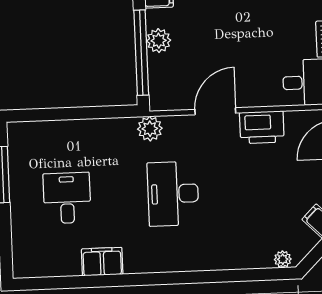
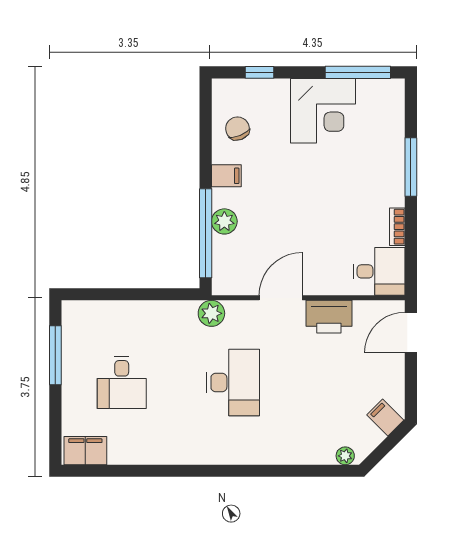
desk: (173, 194) -> (233, 383), turned 180
desk: (67, 198) -> (122, 383), turned 180
filing cabinet: (102, 262) -> (85, 451), moved

